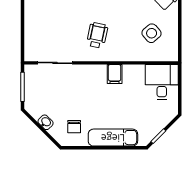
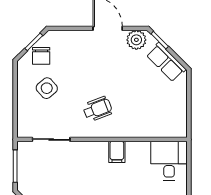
side table: (152, 33) -> (47, 88), moved
wheelchair: (97, 35) -> (98, 109), turned 57

